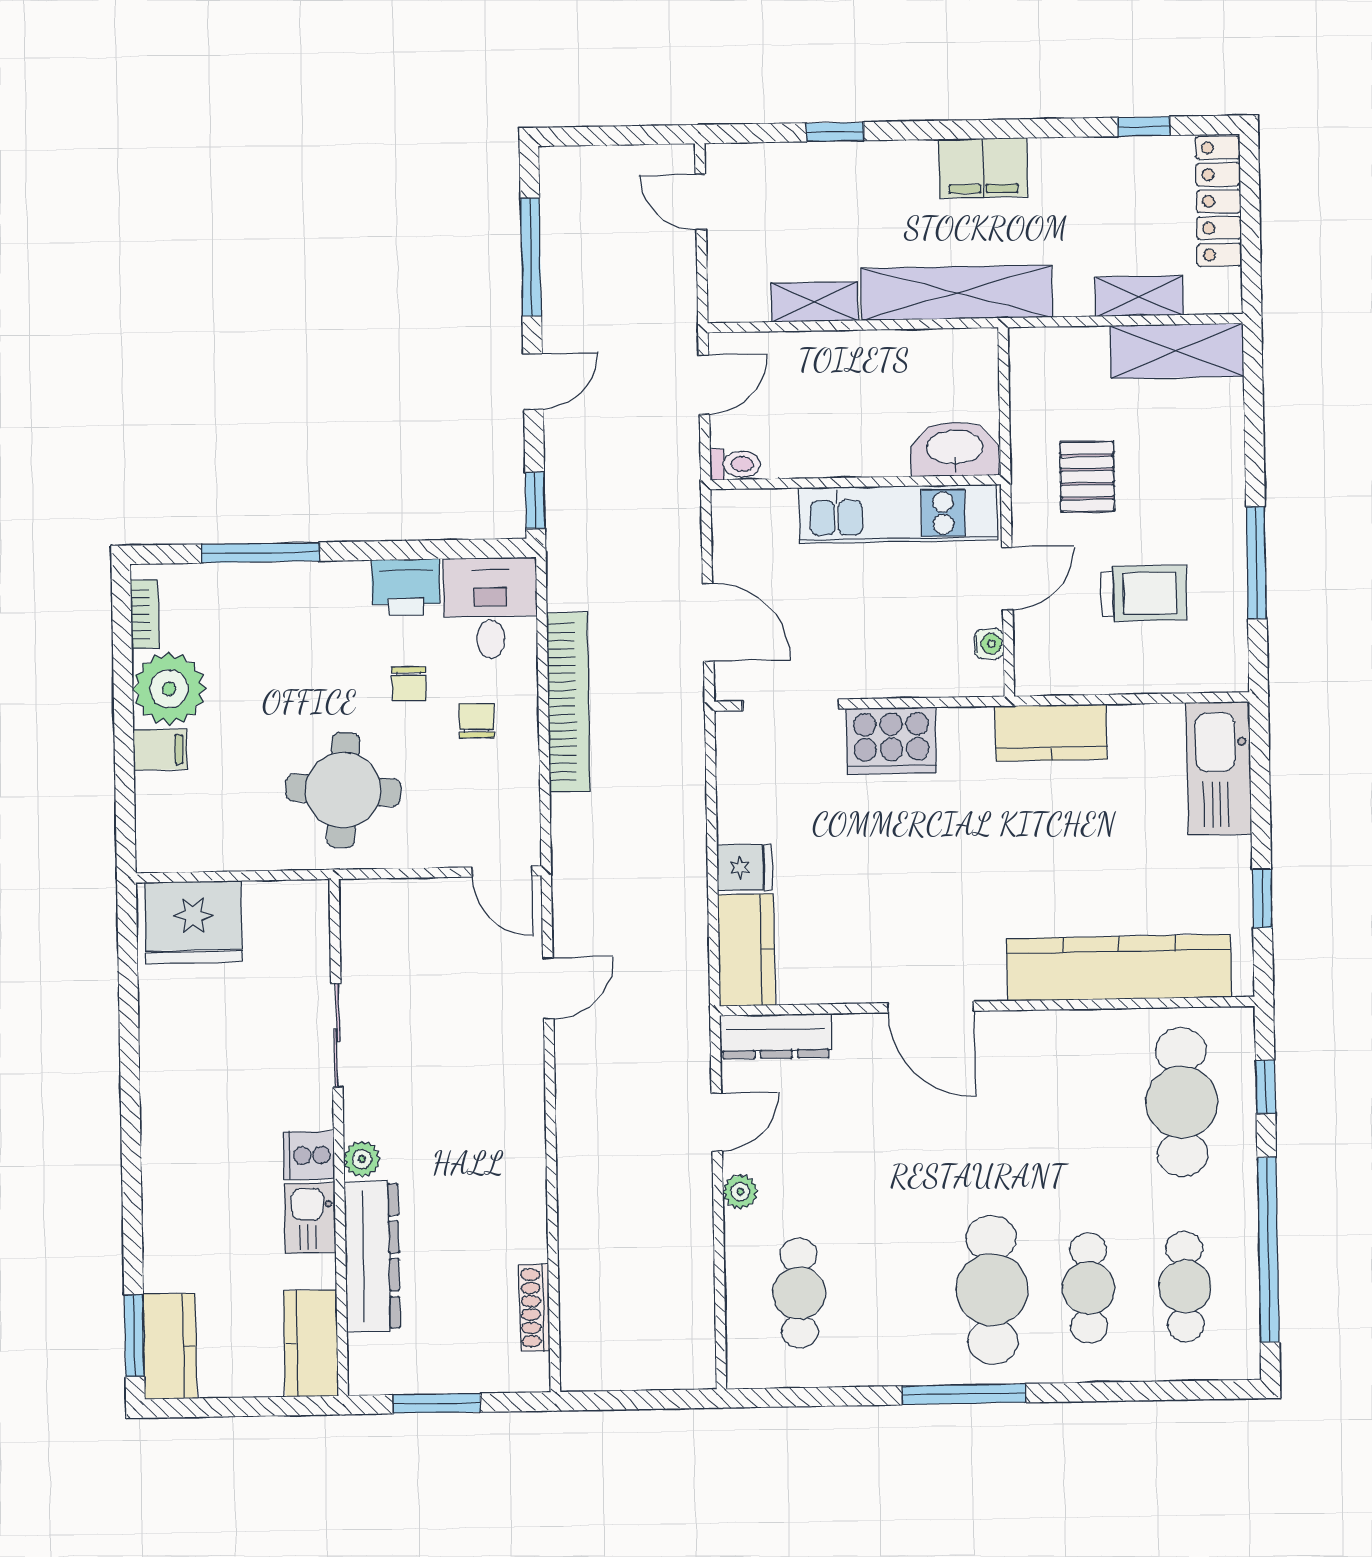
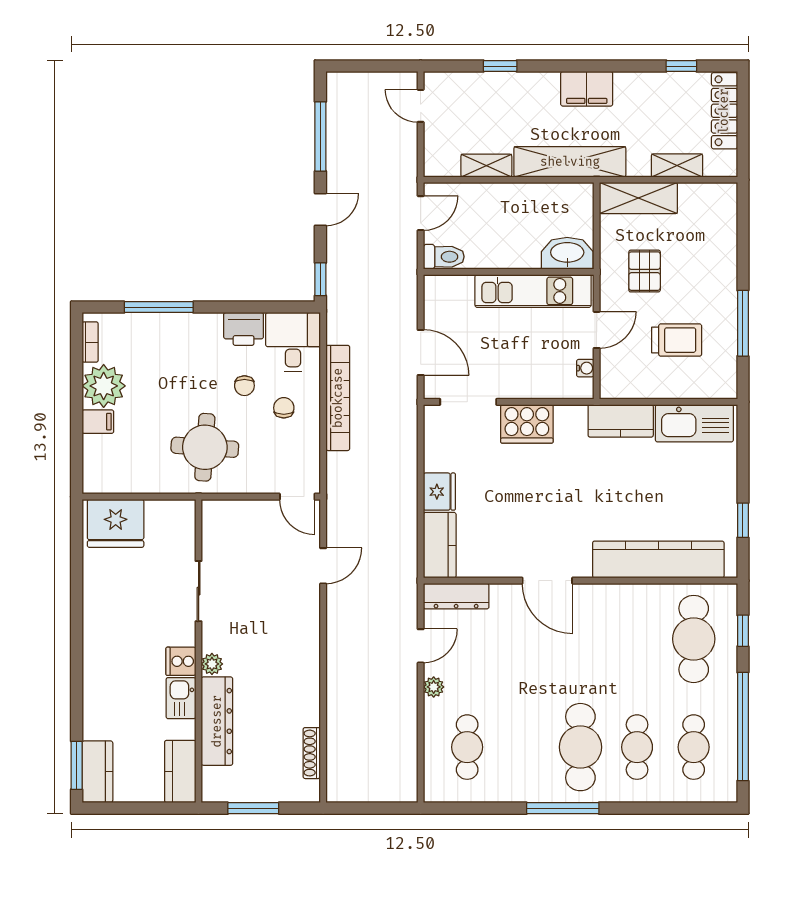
shelving: (1177, 351) -> (638, 198), moved
toilet: (735, 464) -> (444, 257), width x1.37, depth x1.39
kitchen sink: (1219, 768) -> (694, 423), moved, turned -90
fridge: (744, 867) -> (439, 492), width x1.38

